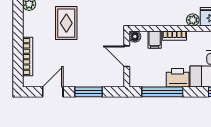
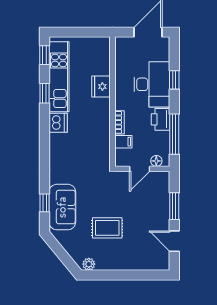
plant: (193, 20) -> (104, 104), removed
floor lamp: (135, 36) -> (156, 161), moved
bookcase: (28, 57) -> (140, 266), removed

